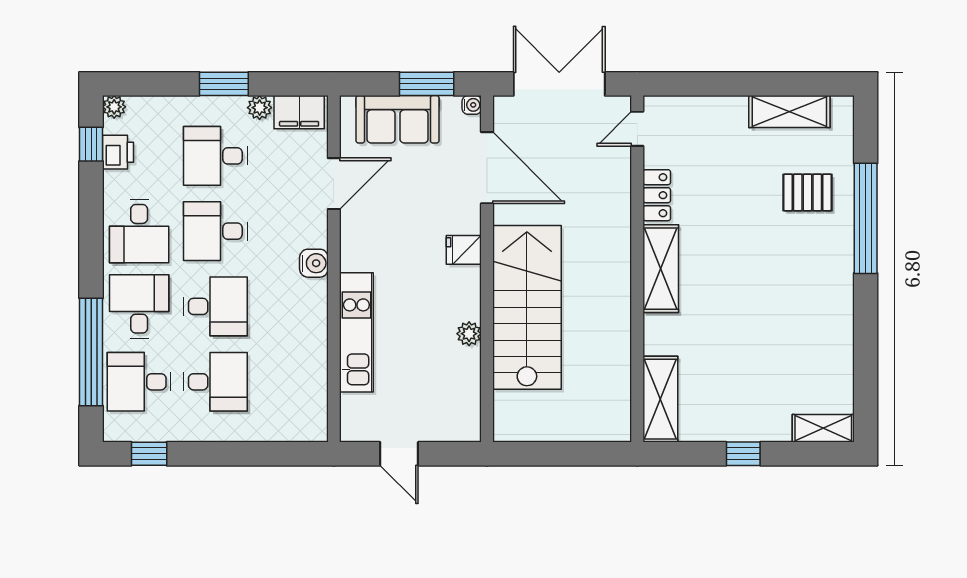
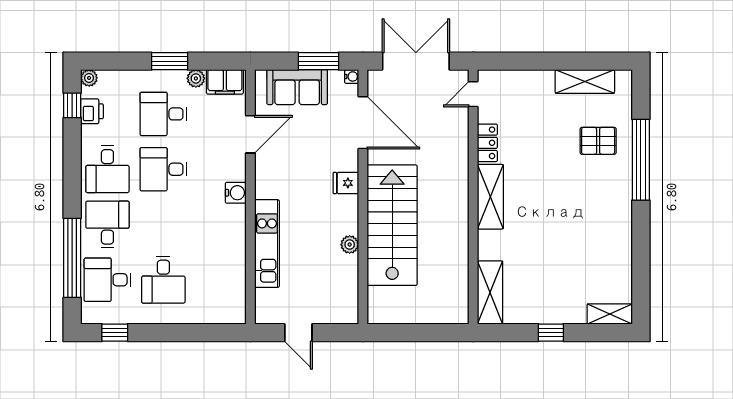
desk: (215, 306) -> (163, 224), removed
desk: (215, 382) -> (163, 280), turned 90

